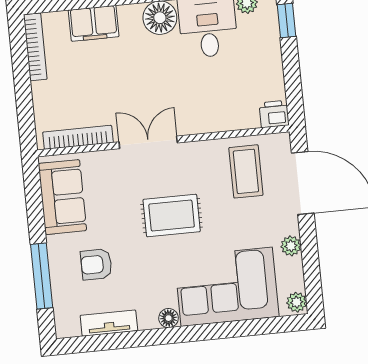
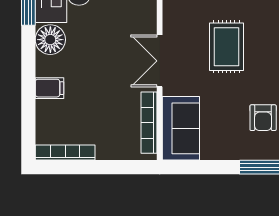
filing cabinet: (94, 23) -> (49, 88), width x0.50
sofa: (62, 197) -> (181, 128), moved, turned 90

